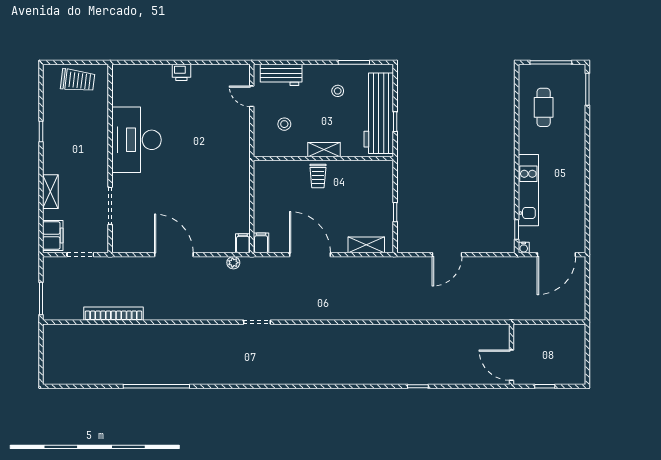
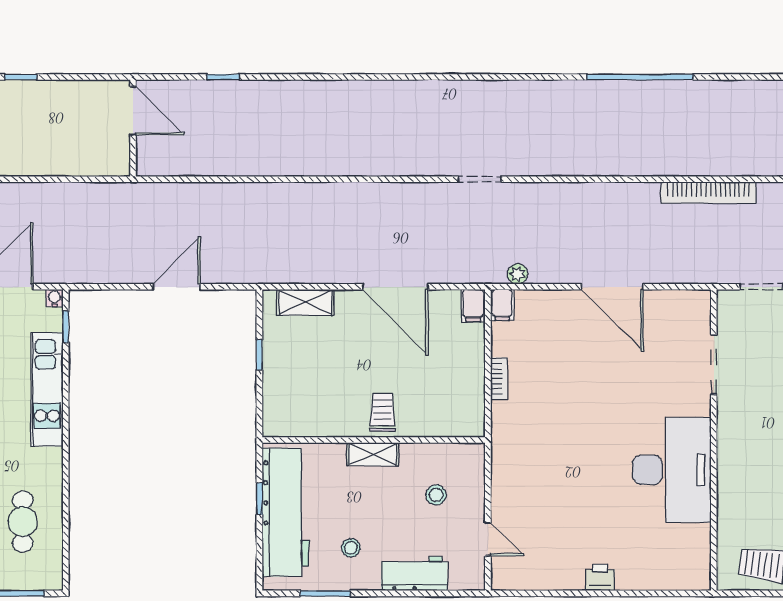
workbench: (281, 75) -> (414, 574), moved
bookcase: (245, 197) -> (499, 379), added
wall: (512, 354) -> (133, 128), moved
door: (512, 365) -> (133, 111), moved

